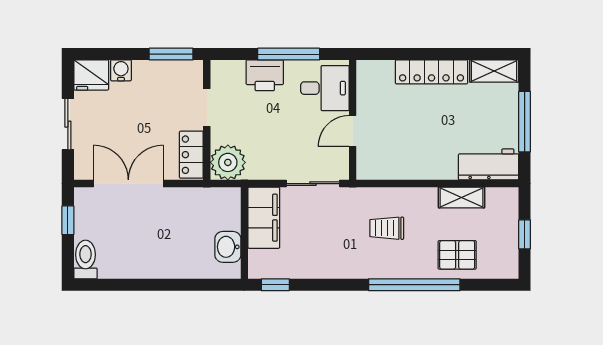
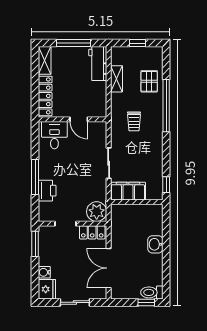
desk: (325, 88) -> (54, 135), moved
wall: (353, 120) -> (73, 119), moved
door: (353, 131) -> (79, 119), moved
window: (68, 220) -> (146, 302), moved
washbasin: (228, 247) -> (155, 244), moved, turned 90

